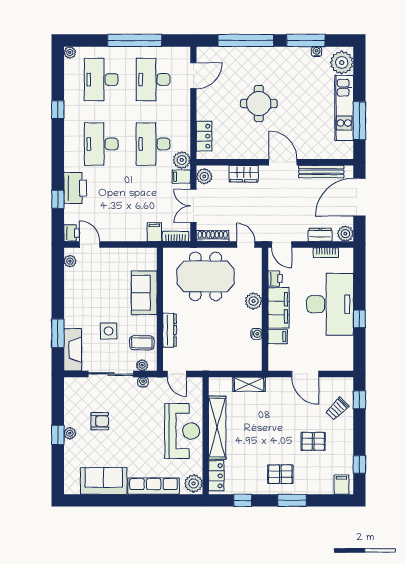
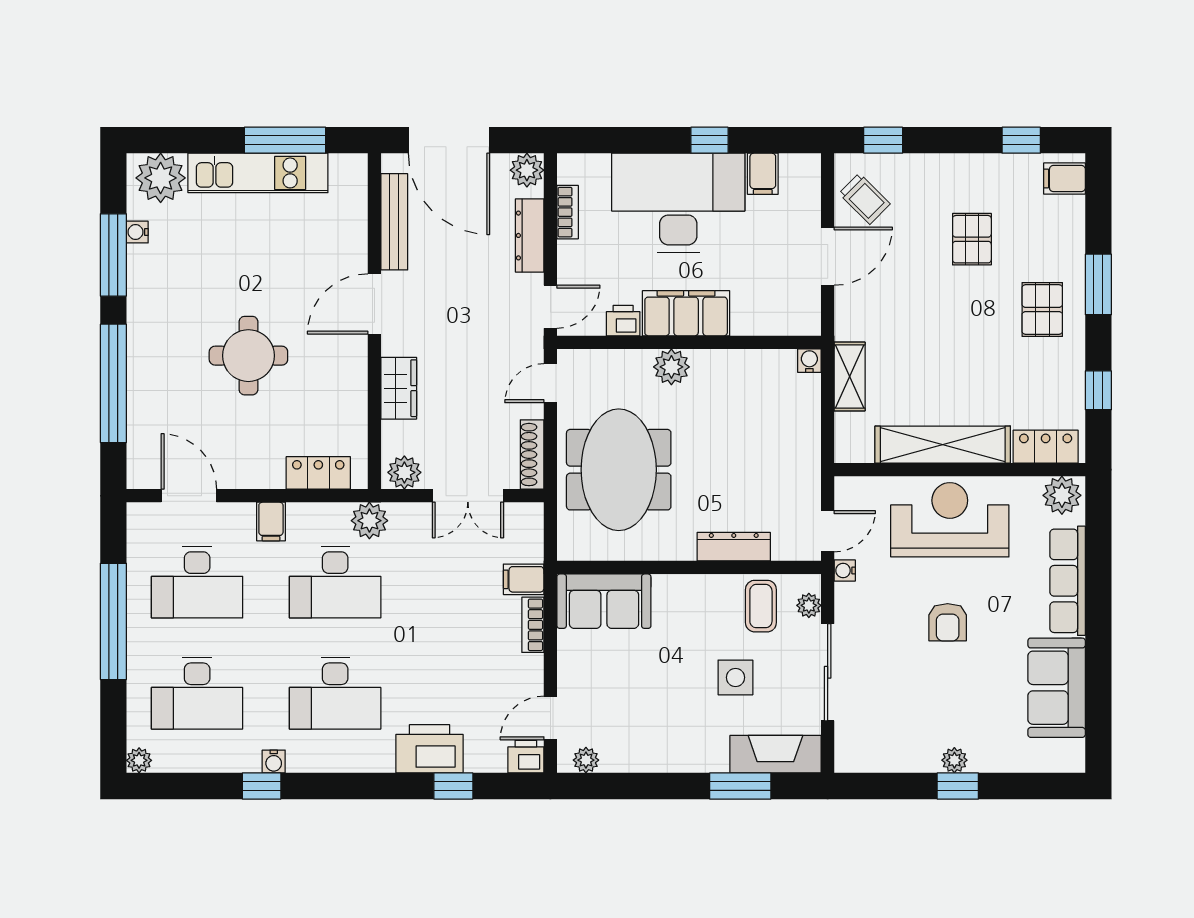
water cooler: (69, 115) -> (274, 761), added
filing cabinet: (181, 177) -> (271, 522), moved
dresser: (320, 235) -> (530, 235), width x1.44
bookcase: (176, 236) -> (533, 625), moved
sofa: (144, 293) -> (604, 601), moved
water cooler: (256, 334) -> (809, 361), moved
filing cabinet: (278, 337) -> (763, 174), moved, turned 180
water cooler: (143, 382) -> (845, 570), moved
trolley: (337, 409) -> (864, 199), moved
armchair: (100, 421) -> (948, 622), moved, turned 180

